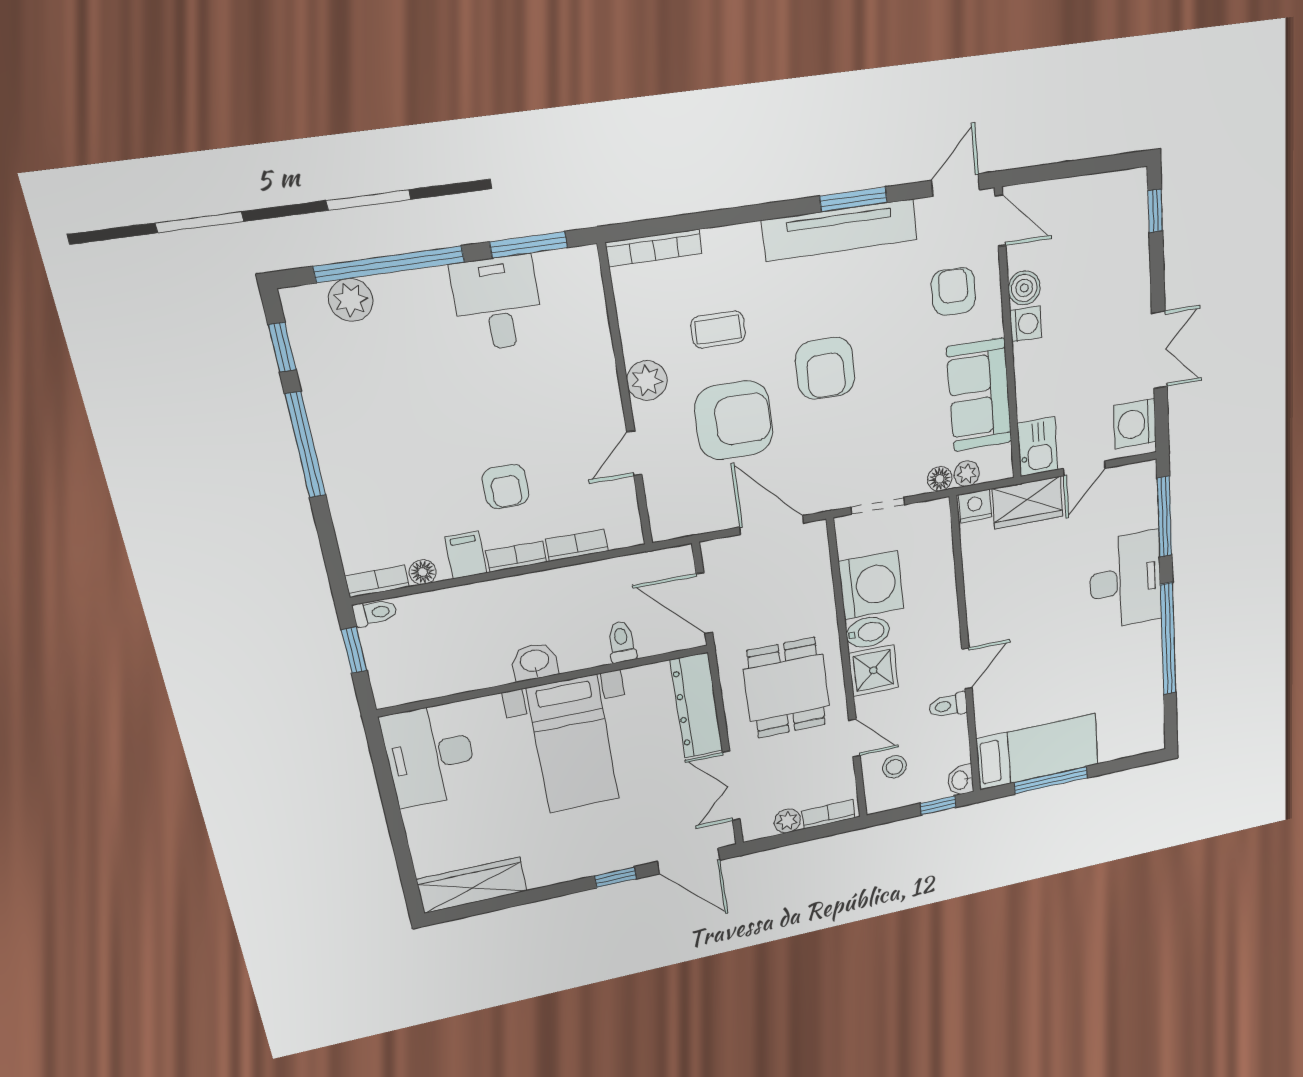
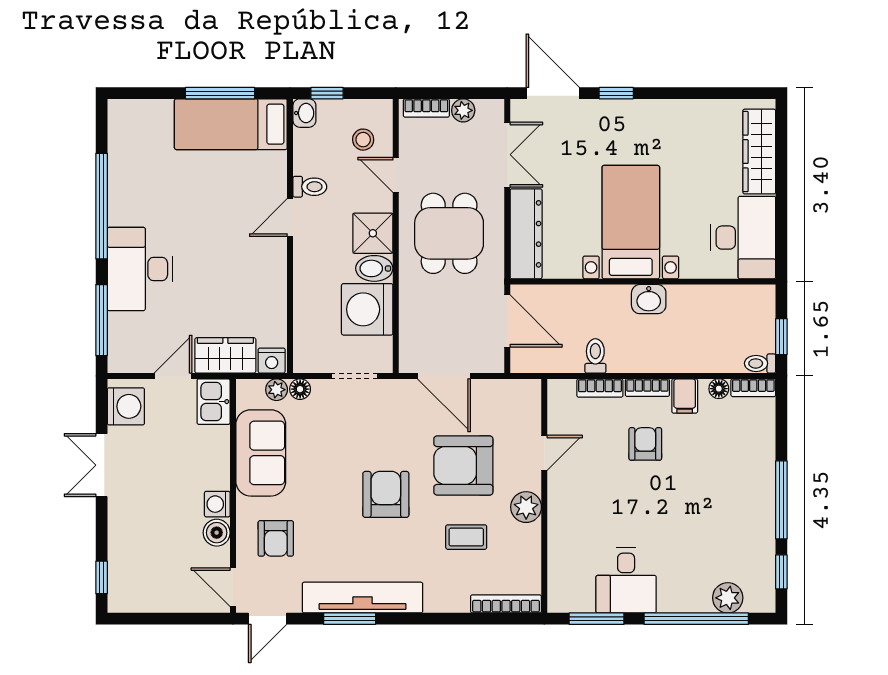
toilet: (622, 642) -> (595, 356), moved, turned 180
wardrobe: (472, 885) -> (759, 152), moved, turned 90

